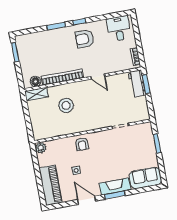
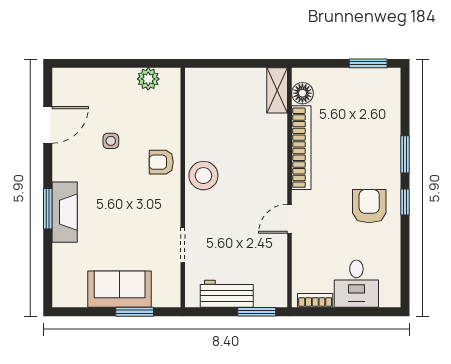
desk: (119, 29) -> (356, 284), moved, turned 90
workbench: (137, 84) -> (227, 294), moved
stool: (66, 105) -> (203, 176), moved
plant: (41, 148) -> (148, 79), moved
sofa: (145, 178) -> (120, 289), moved, turned -90
piano: (51, 185) -> (91, 85), removed
door: (87, 200) -> (48, 125), moved

